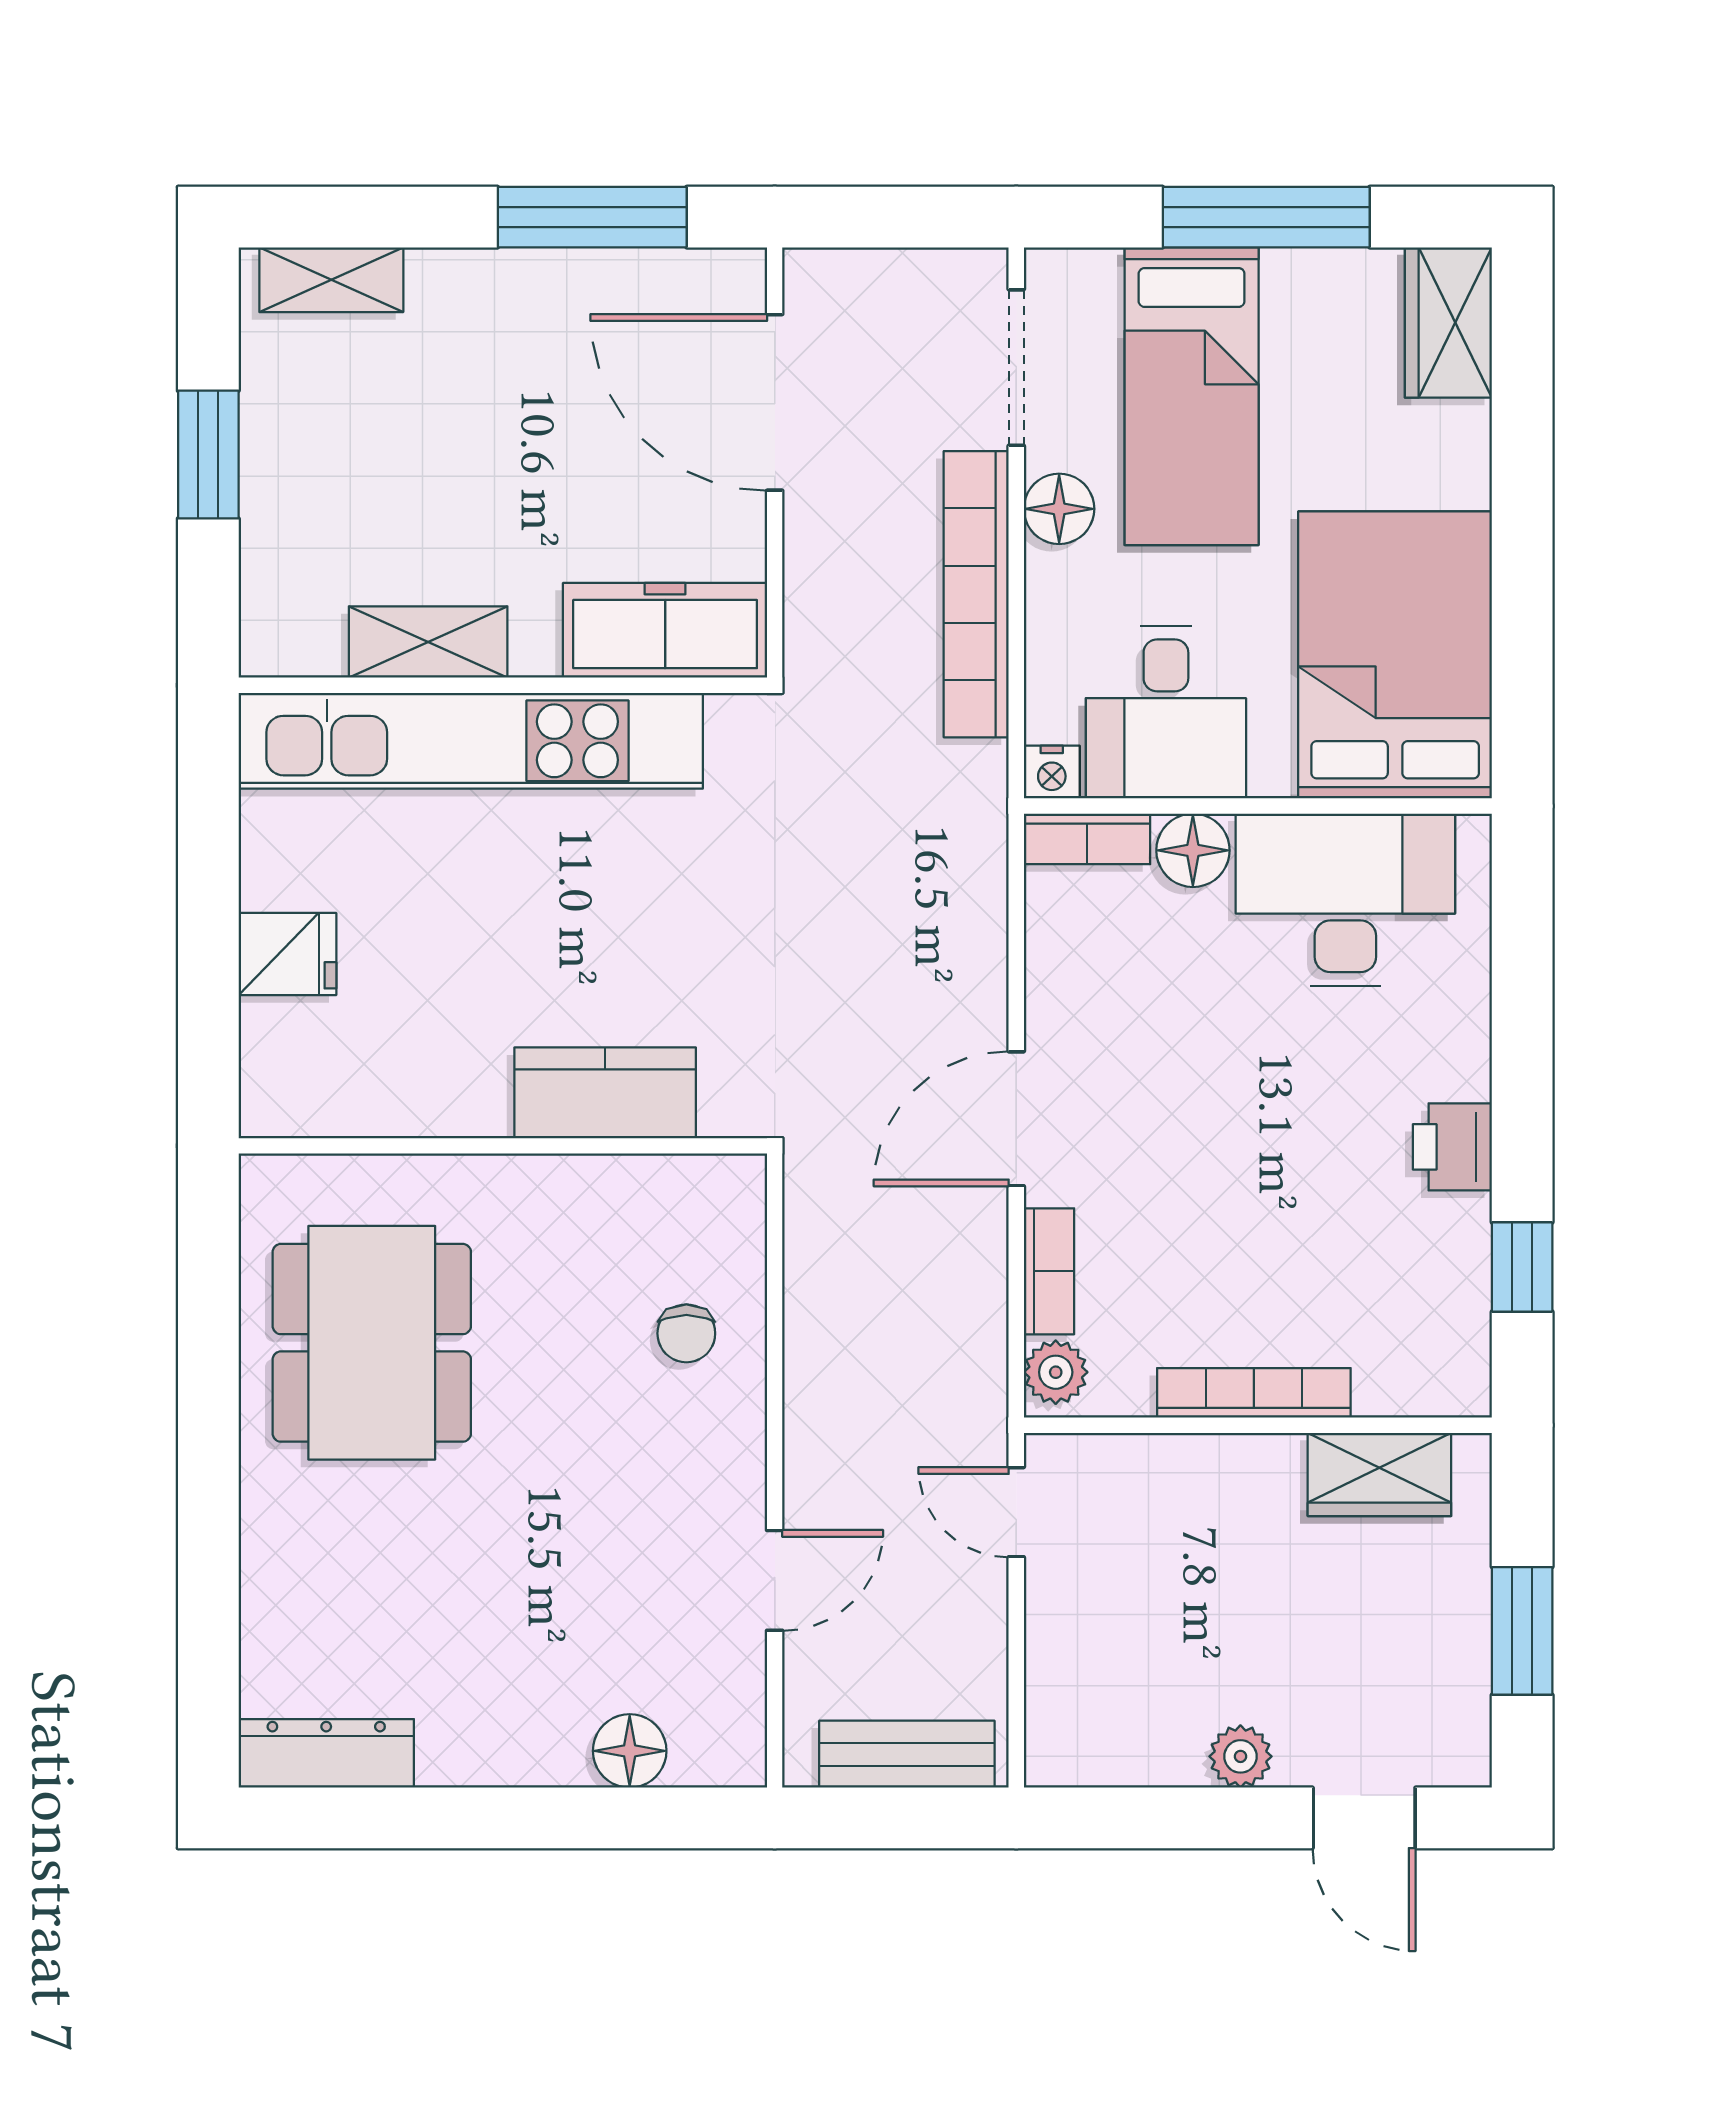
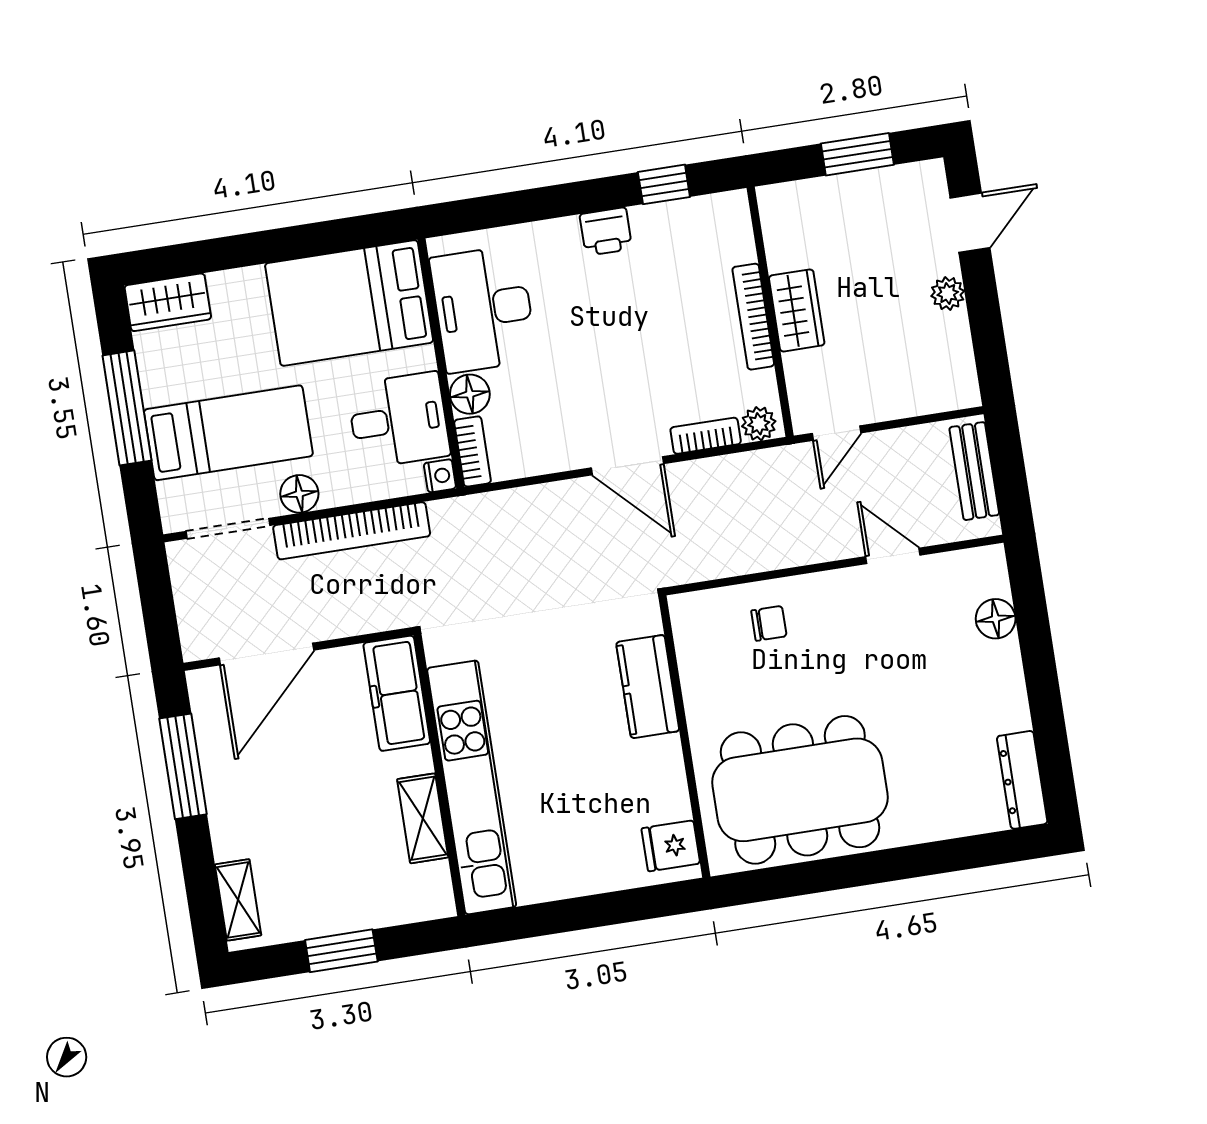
fridge: (287, 954) -> (671, 846), moved, turned -90
dining table: (372, 1343) -> (800, 790), width x1.36, depth x1.24
wardrobe: (1379, 1474) -> (797, 310), moved

